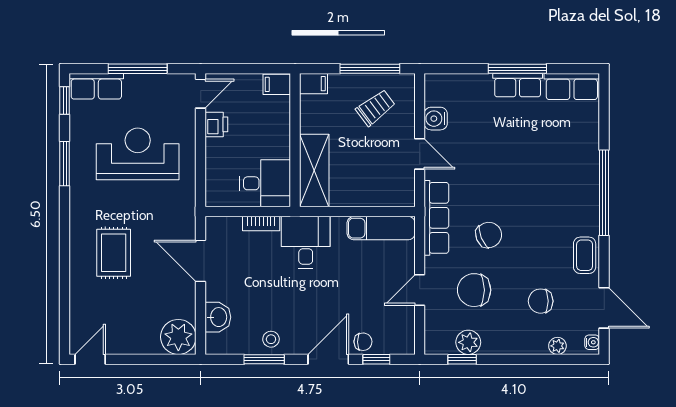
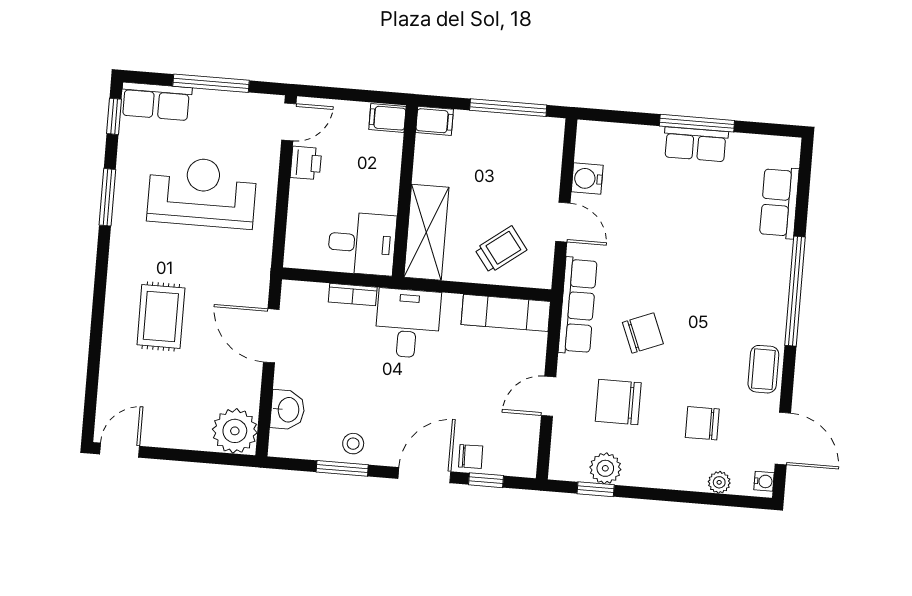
row of seats: (572, 86) -> (779, 203), moved, turned 90
trolley: (376, 108) -> (501, 249), moved

